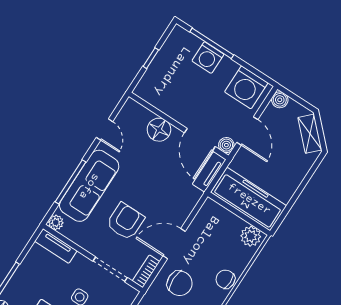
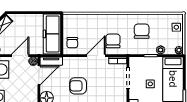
armchair: (125, 221) -> (78, 86), moved
plant: (251, 236) -> (69, 22), removed
door: (174, 244) -> (96, 56), swing flipped
chair: (225, 279) -> (72, 43), moved

